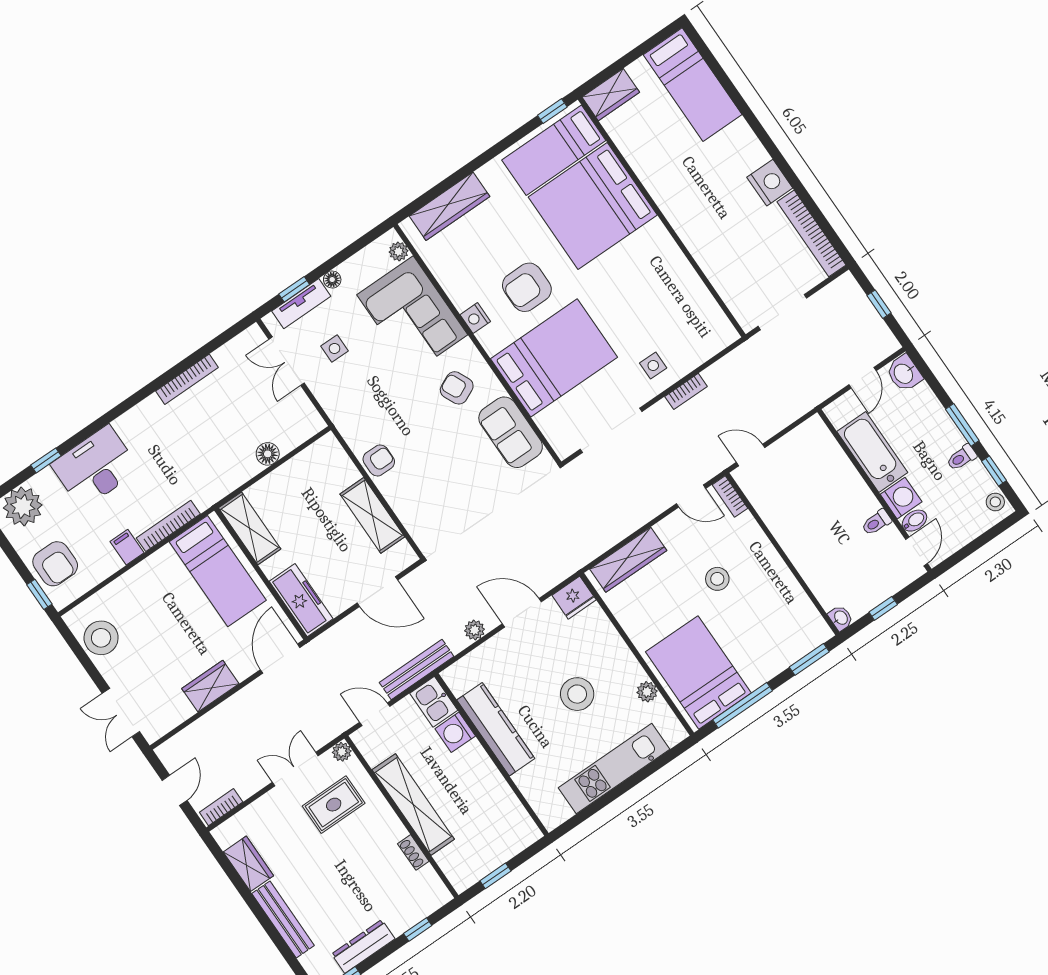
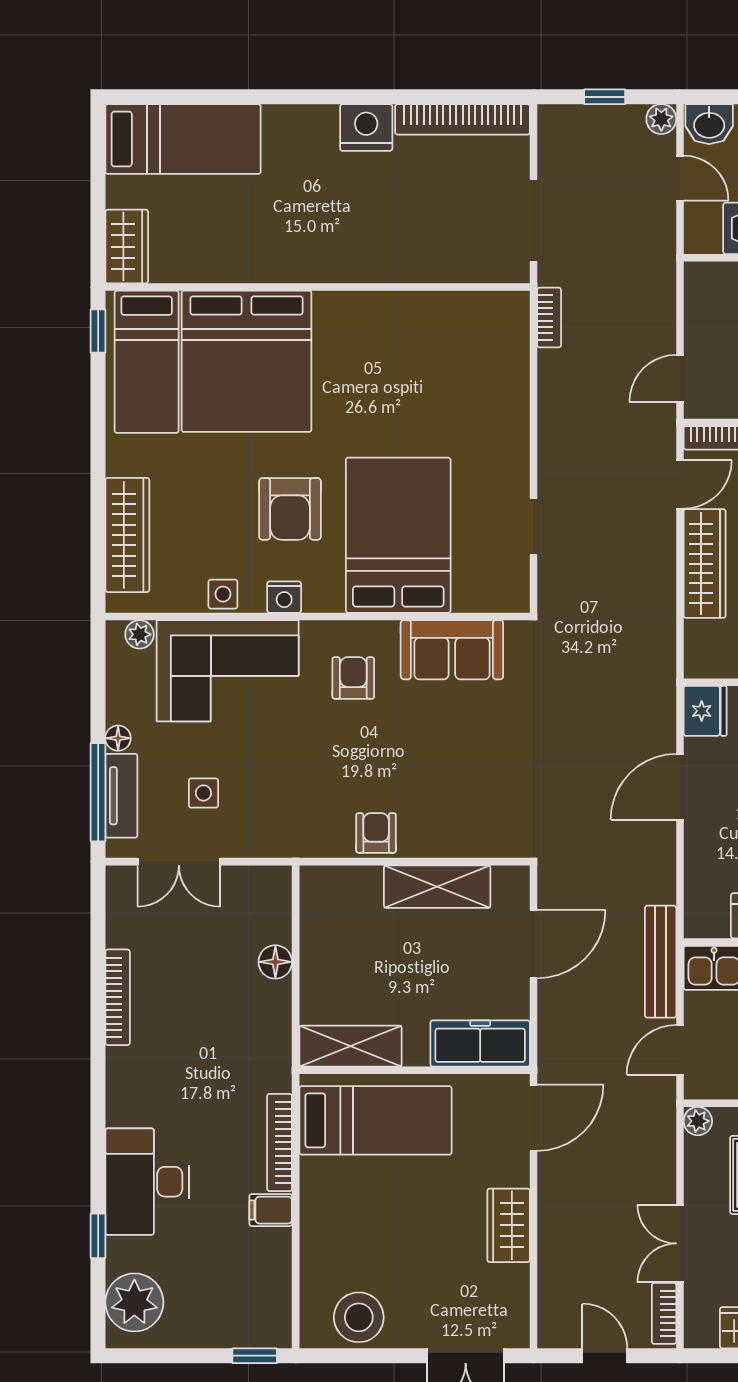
window: (294, 289) -> (98, 792), width x2.17
side table: (653, 366) -> (223, 594), moved
armchair: (457, 388) -> (353, 678), turned 115
bookcase: (686, 391) -> (549, 318), moved
doorway: (611, 430) -> (534, 527), width x0.53
wardrobe: (628, 560) -> (705, 564), moved
armchair: (55, 564) -> (231, 1311), removed
plant: (475, 630) -> (661, 119), moved
door: (280, 659) -> (534, 1118), swing flipped
double door: (295, 769) -> (680, 1243), moved

